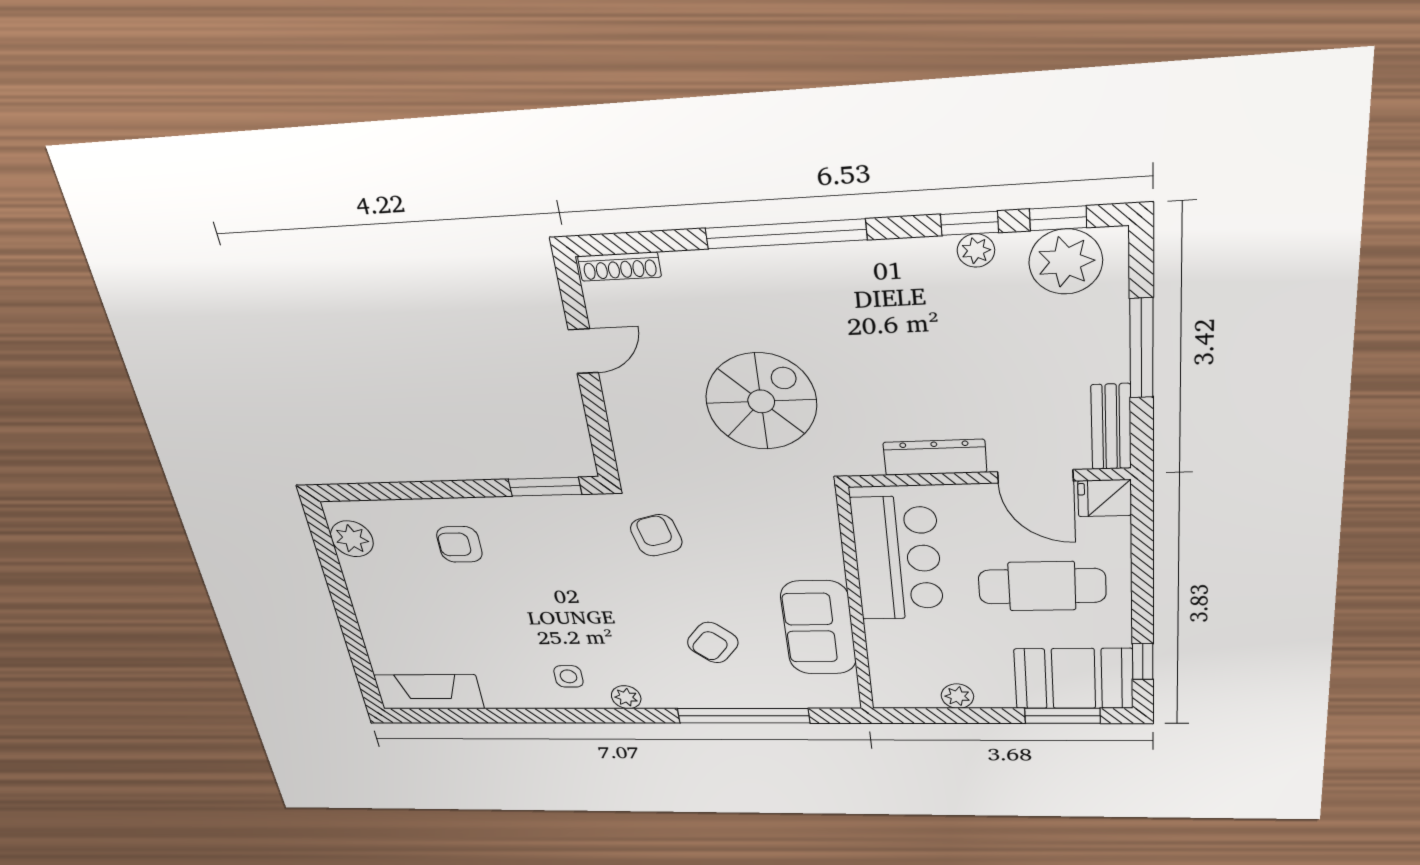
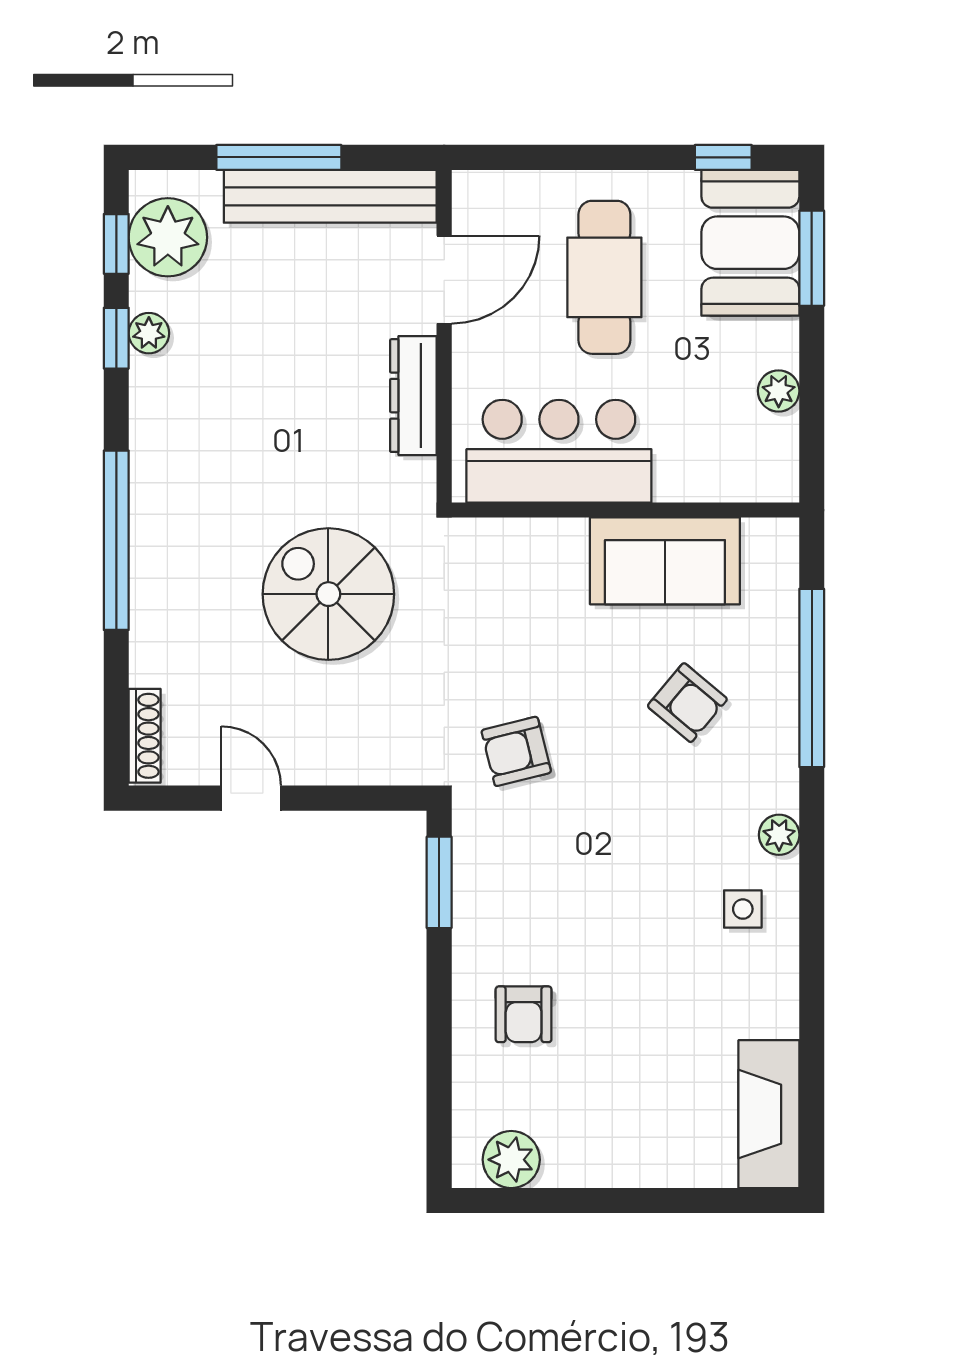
bench: (1111, 427) -> (330, 196), width x1.86, depth x1.21
fridge: (1105, 498) -> (477, 200), removed

